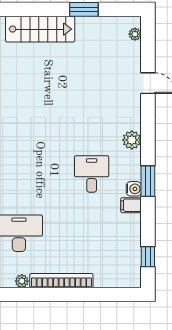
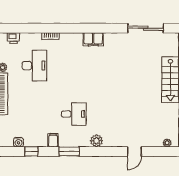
water cooler: (134, 189) -> (19, 142), moved
window: (148, 257) -> (31, 151), moved

